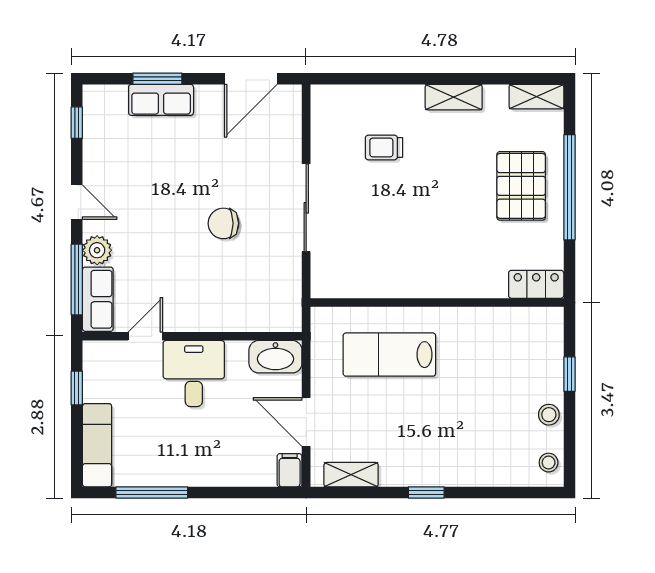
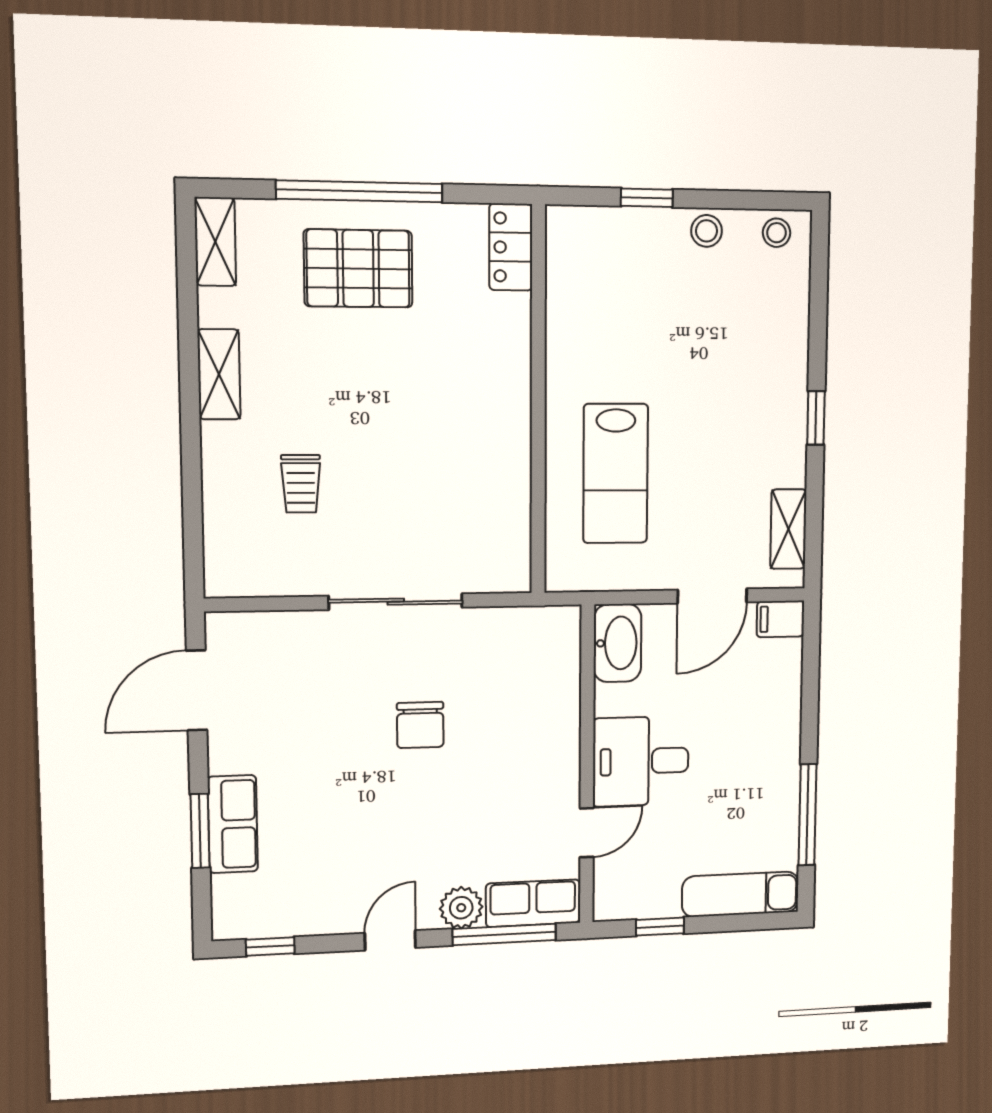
door: (251, 79) -> (197, 690), swing flipped
door: (145, 336) -> (587, 833), swing flipped

